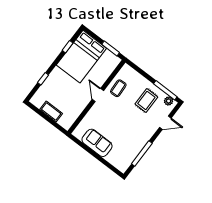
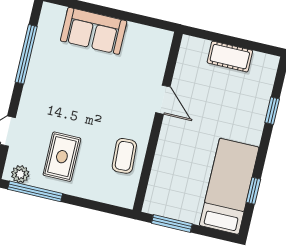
bed: (81, 57) -> (229, 186), width x0.67
door: (98, 95) -> (163, 100), moved
sofa: (97, 143) -> (94, 31), moved

